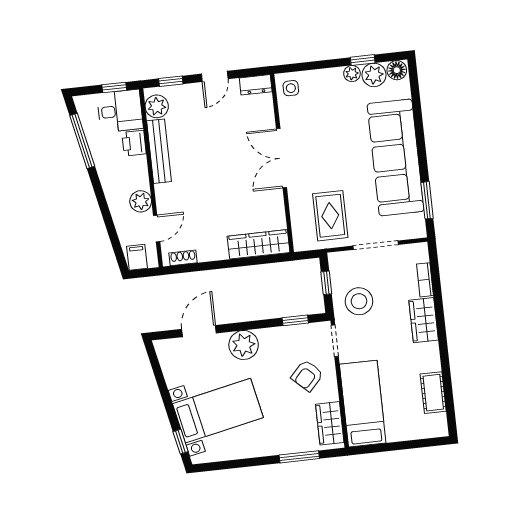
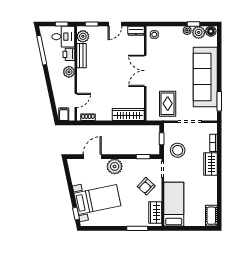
bench: (159, 151) -> (81, 56), width x0.73
plant: (141, 201) -> (69, 72), moved
cot: (433, 393) -> (211, 216), moved

